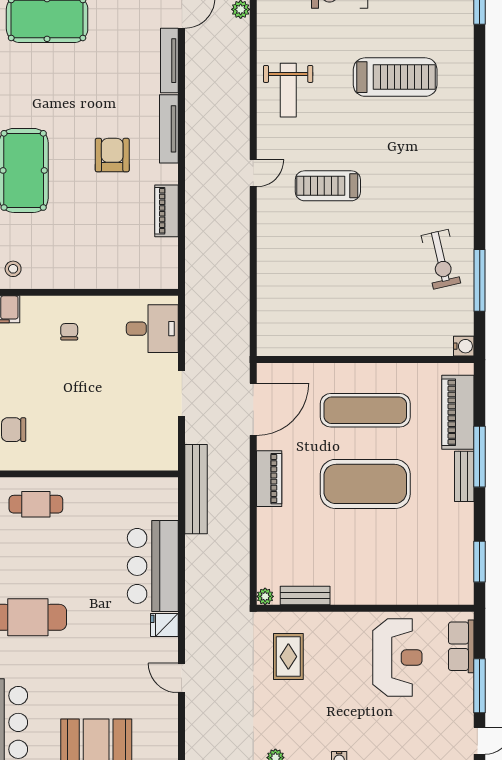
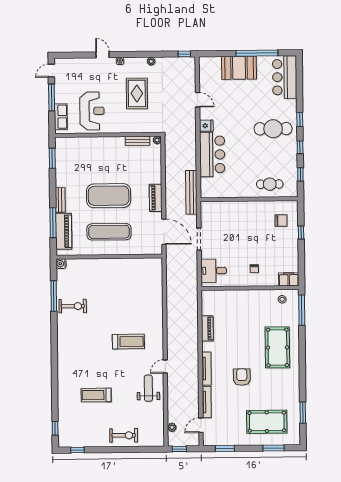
treadmill: (395, 77) -> (96, 395), width x0.73, depth x0.73
armchair: (112, 155) -> (242, 377), moved, turned 180
door: (253, 173) -> (165, 366), moved
exercise bike: (441, 259) -> (73, 306), turned 103
door: (253, 409) -> (164, 232), swing flipped
window: (480, 457) -> (53, 223), moved
rug: (288, 657) -> (137, 93), moved, width x1.36, depth x1.43
reception desk: (397, 658) -> (92, 111), turned 180

